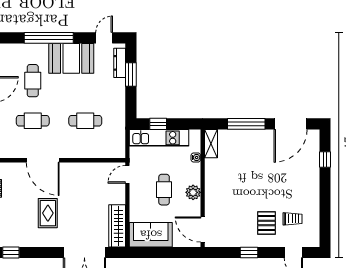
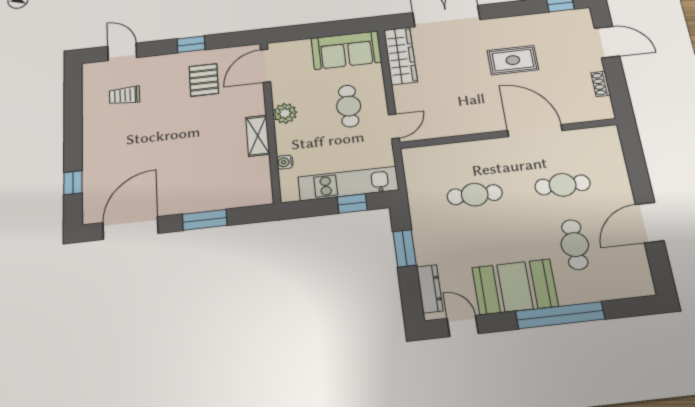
door: (104, 38) -> (463, 326), swing flipped
window: (131, 75) -> (405, 248), moved
window: (246, 124) -> (205, 220), width x0.69
shelving: (211, 144) -> (258, 136), moved
cafe table: (164, 190) -> (349, 106), moved
rug: (48, 213) -> (513, 60), turned 90
pallet: (267, 223) -> (204, 80), moved
door: (203, 230) -> (266, 66), swing flipped

